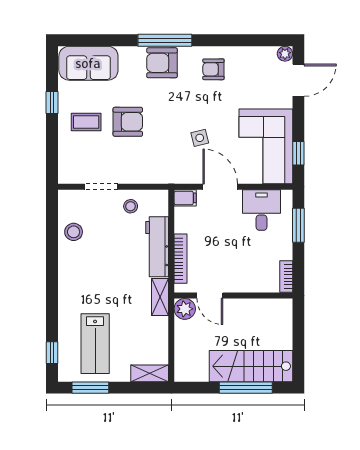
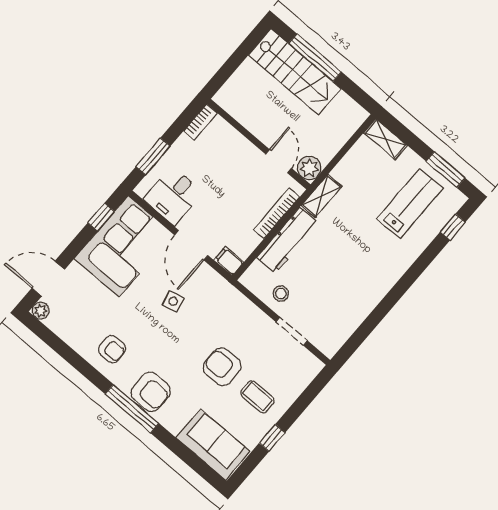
stool: (74, 232) -> (347, 313), removed

